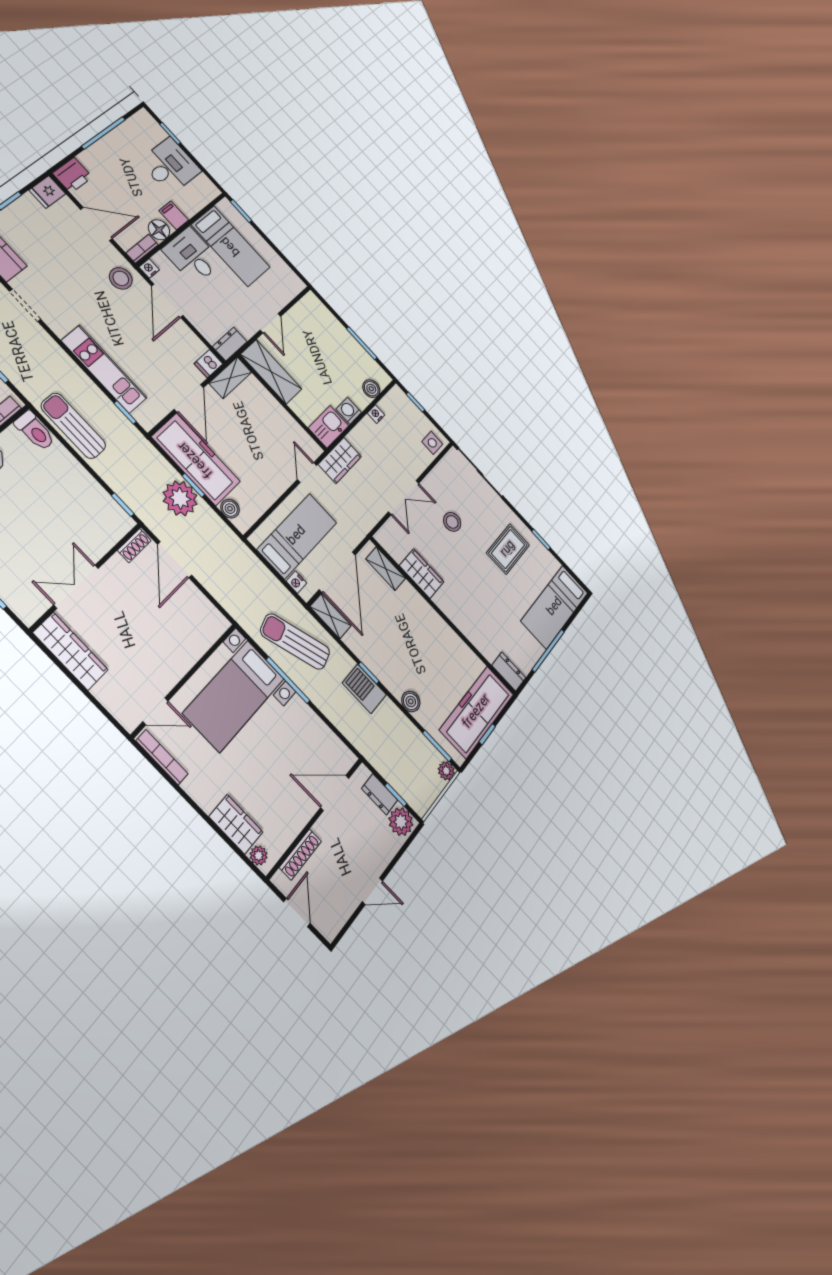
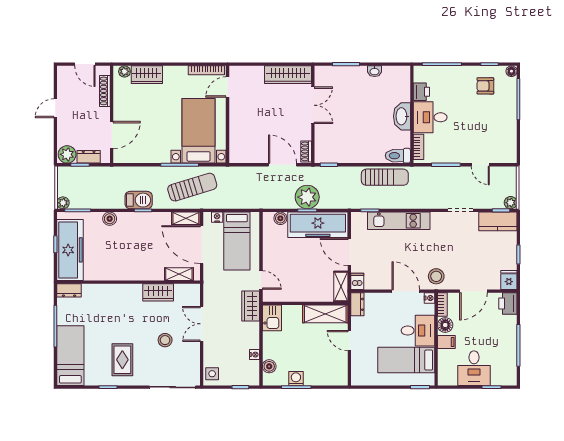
washing machine: (349, 411) -> (296, 378), moved, turned -90

